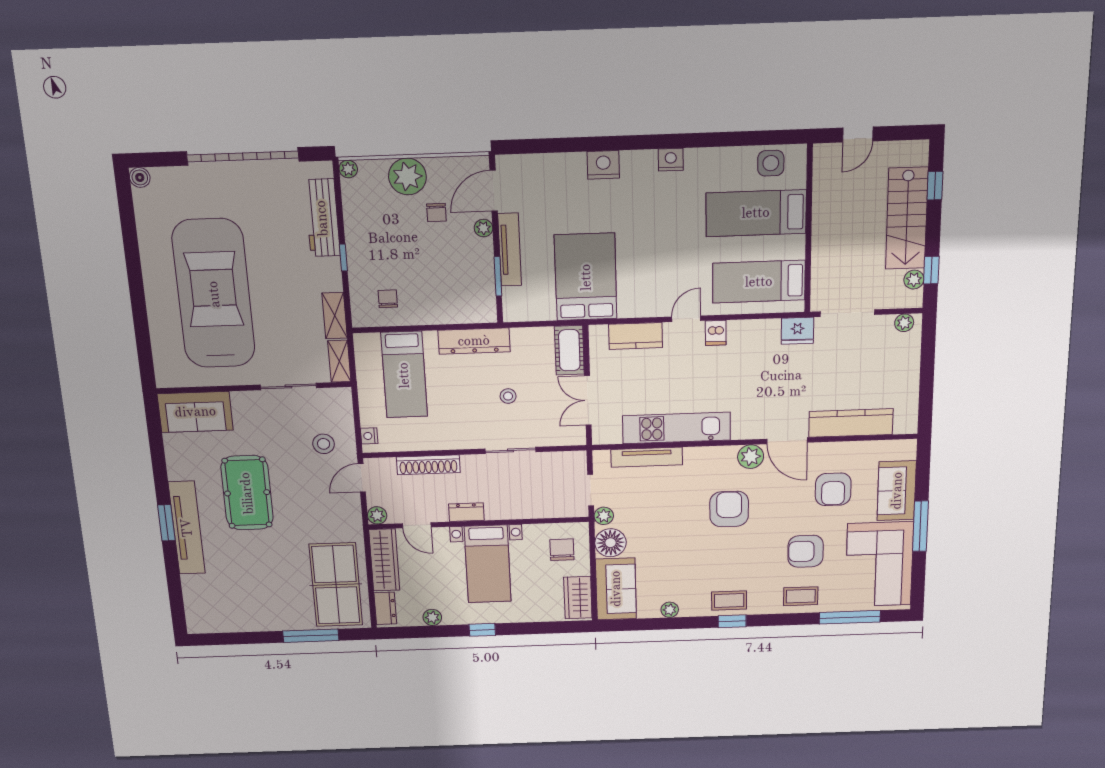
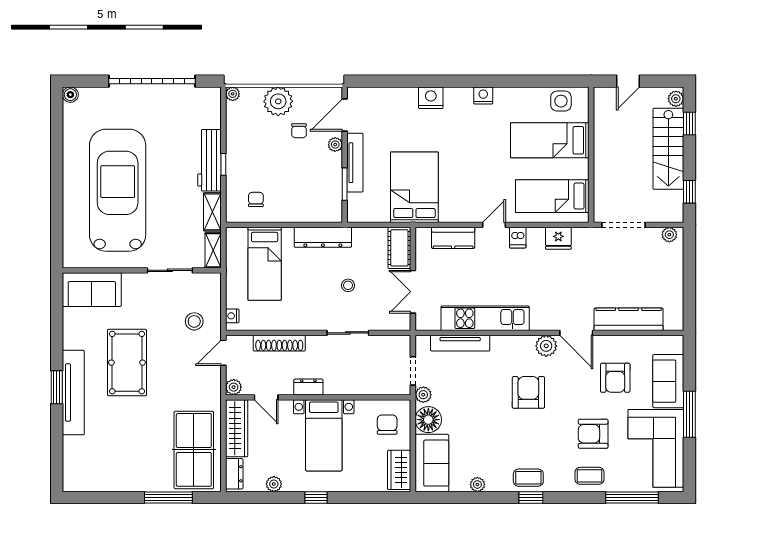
workbench: (322, 218) -> (209, 160), moved
plant: (914, 280) -> (676, 99), moved
fridge: (798, 331) -> (558, 238), moved

